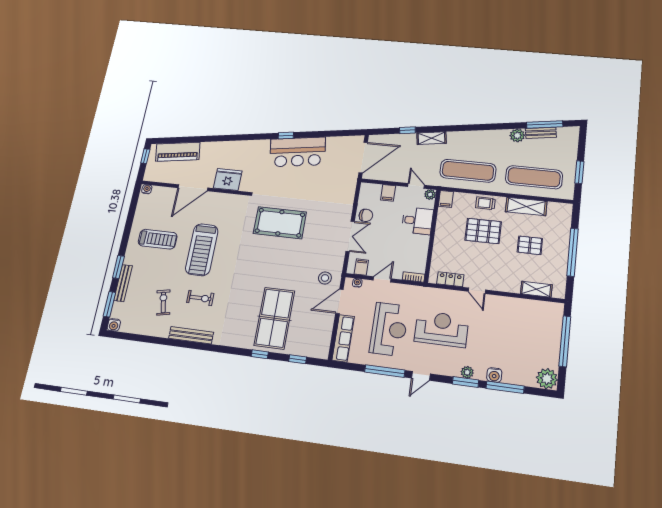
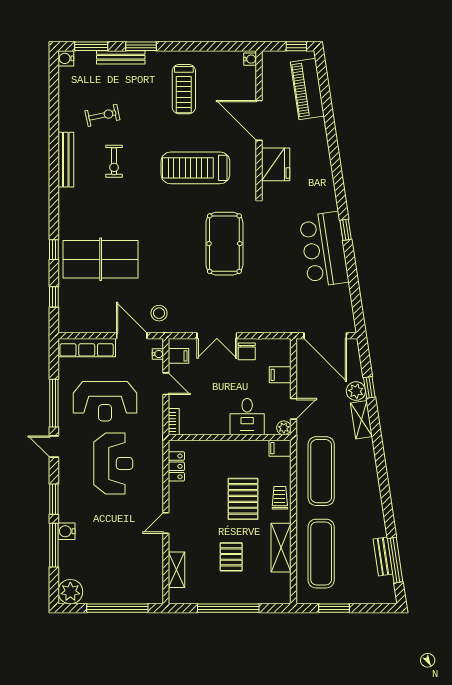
plant: (517, 135) -> (356, 391), moved
treadmill: (202, 250) -> (195, 168), moved
door: (477, 291) -> (166, 523), moved
plant: (467, 372) -> (65, 500), removed

